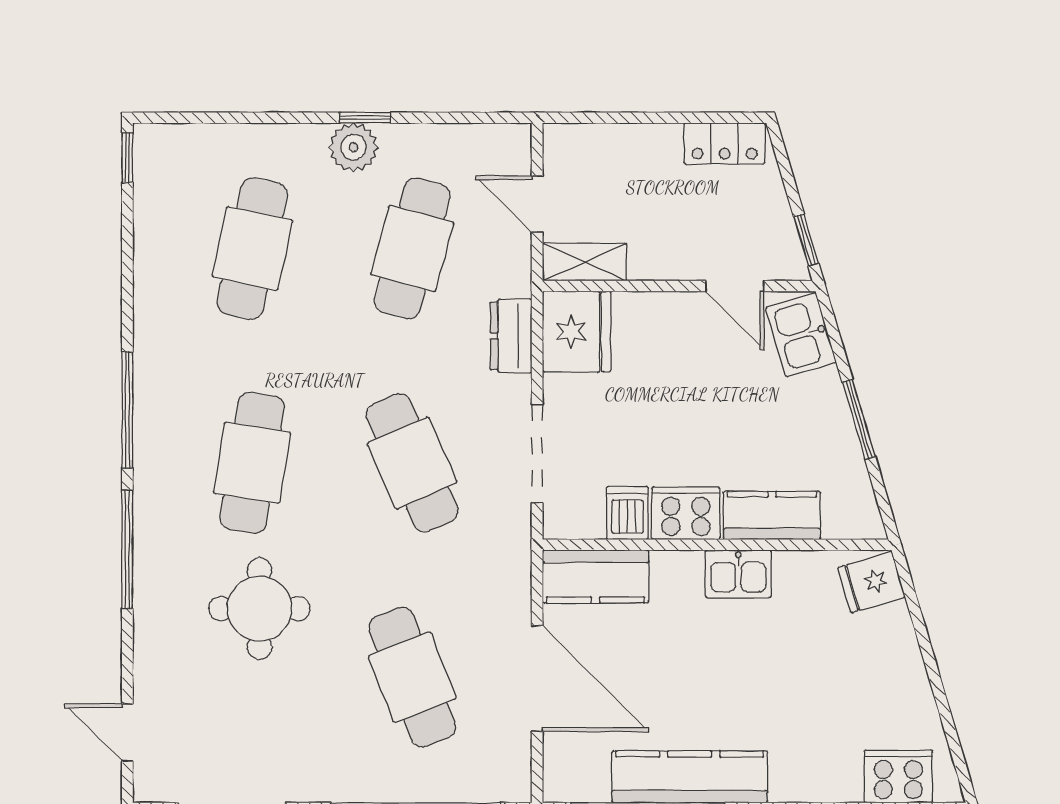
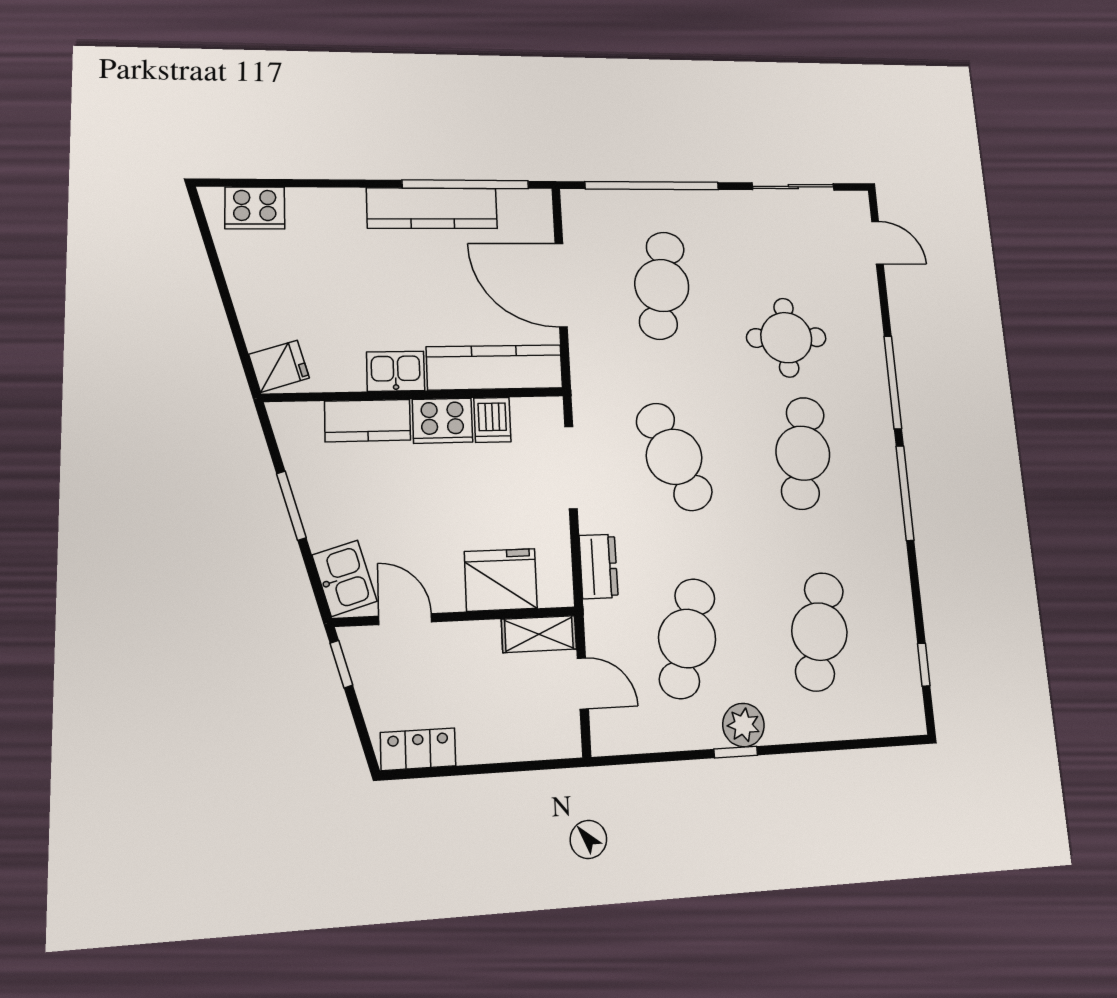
window: (127, 158) -> (924, 665), moved
fridge: (577, 332) -> (501, 580), moved, turned 90
kitchen counter: (596, 577) -> (495, 367), width x1.50
cafe table: (412, 677) -> (662, 285), turned 30

